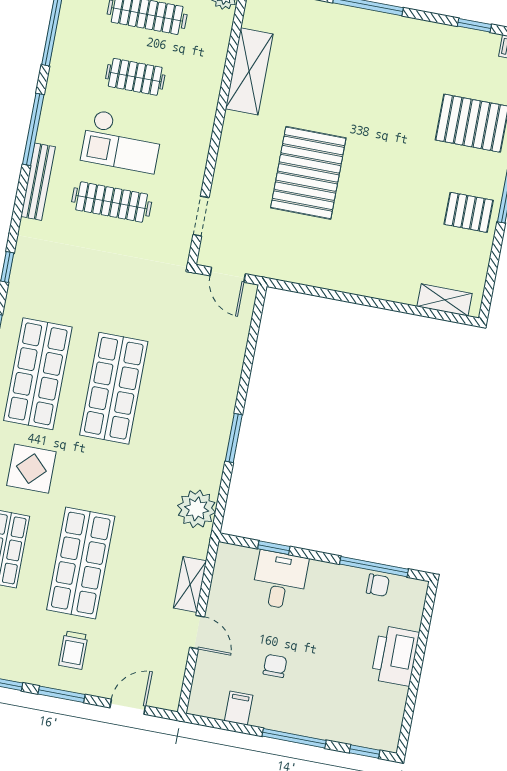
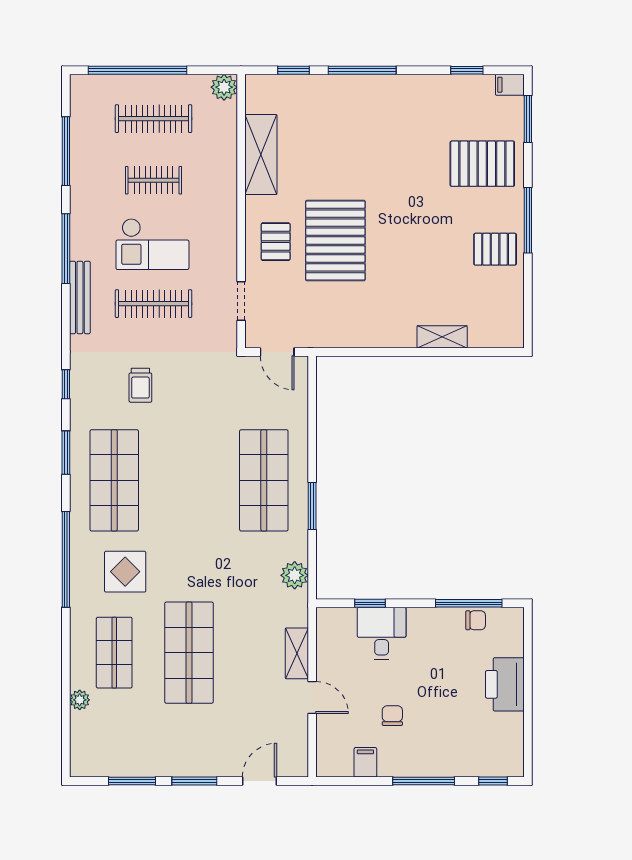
pallet: (247, 163) -> (276, 242), added
shelving: (445, 300) -> (442, 337), moved
shop shelf: (114, 388) -> (264, 480), moved
plant: (197, 509) -> (295, 575), width x0.73, depth x0.73
trolley: (73, 650) -> (140, 385), moved

